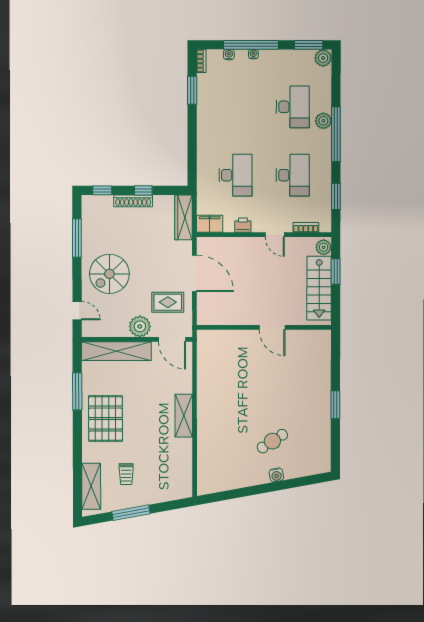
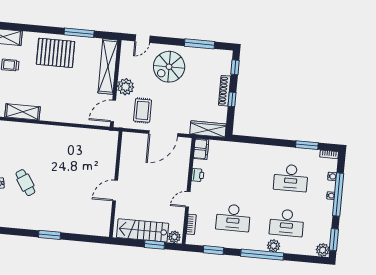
desk: (235, 175) -> (291, 178), moved
spiral stairs: (109, 274) -> (169, 67), turned -90
shelving: (184, 416) -> (22, 112), moved

